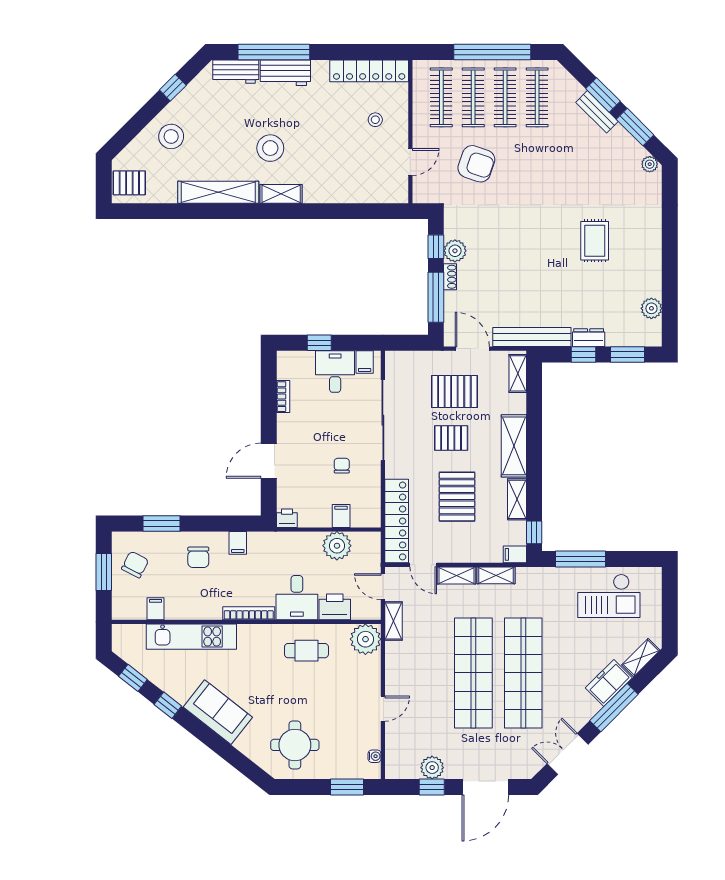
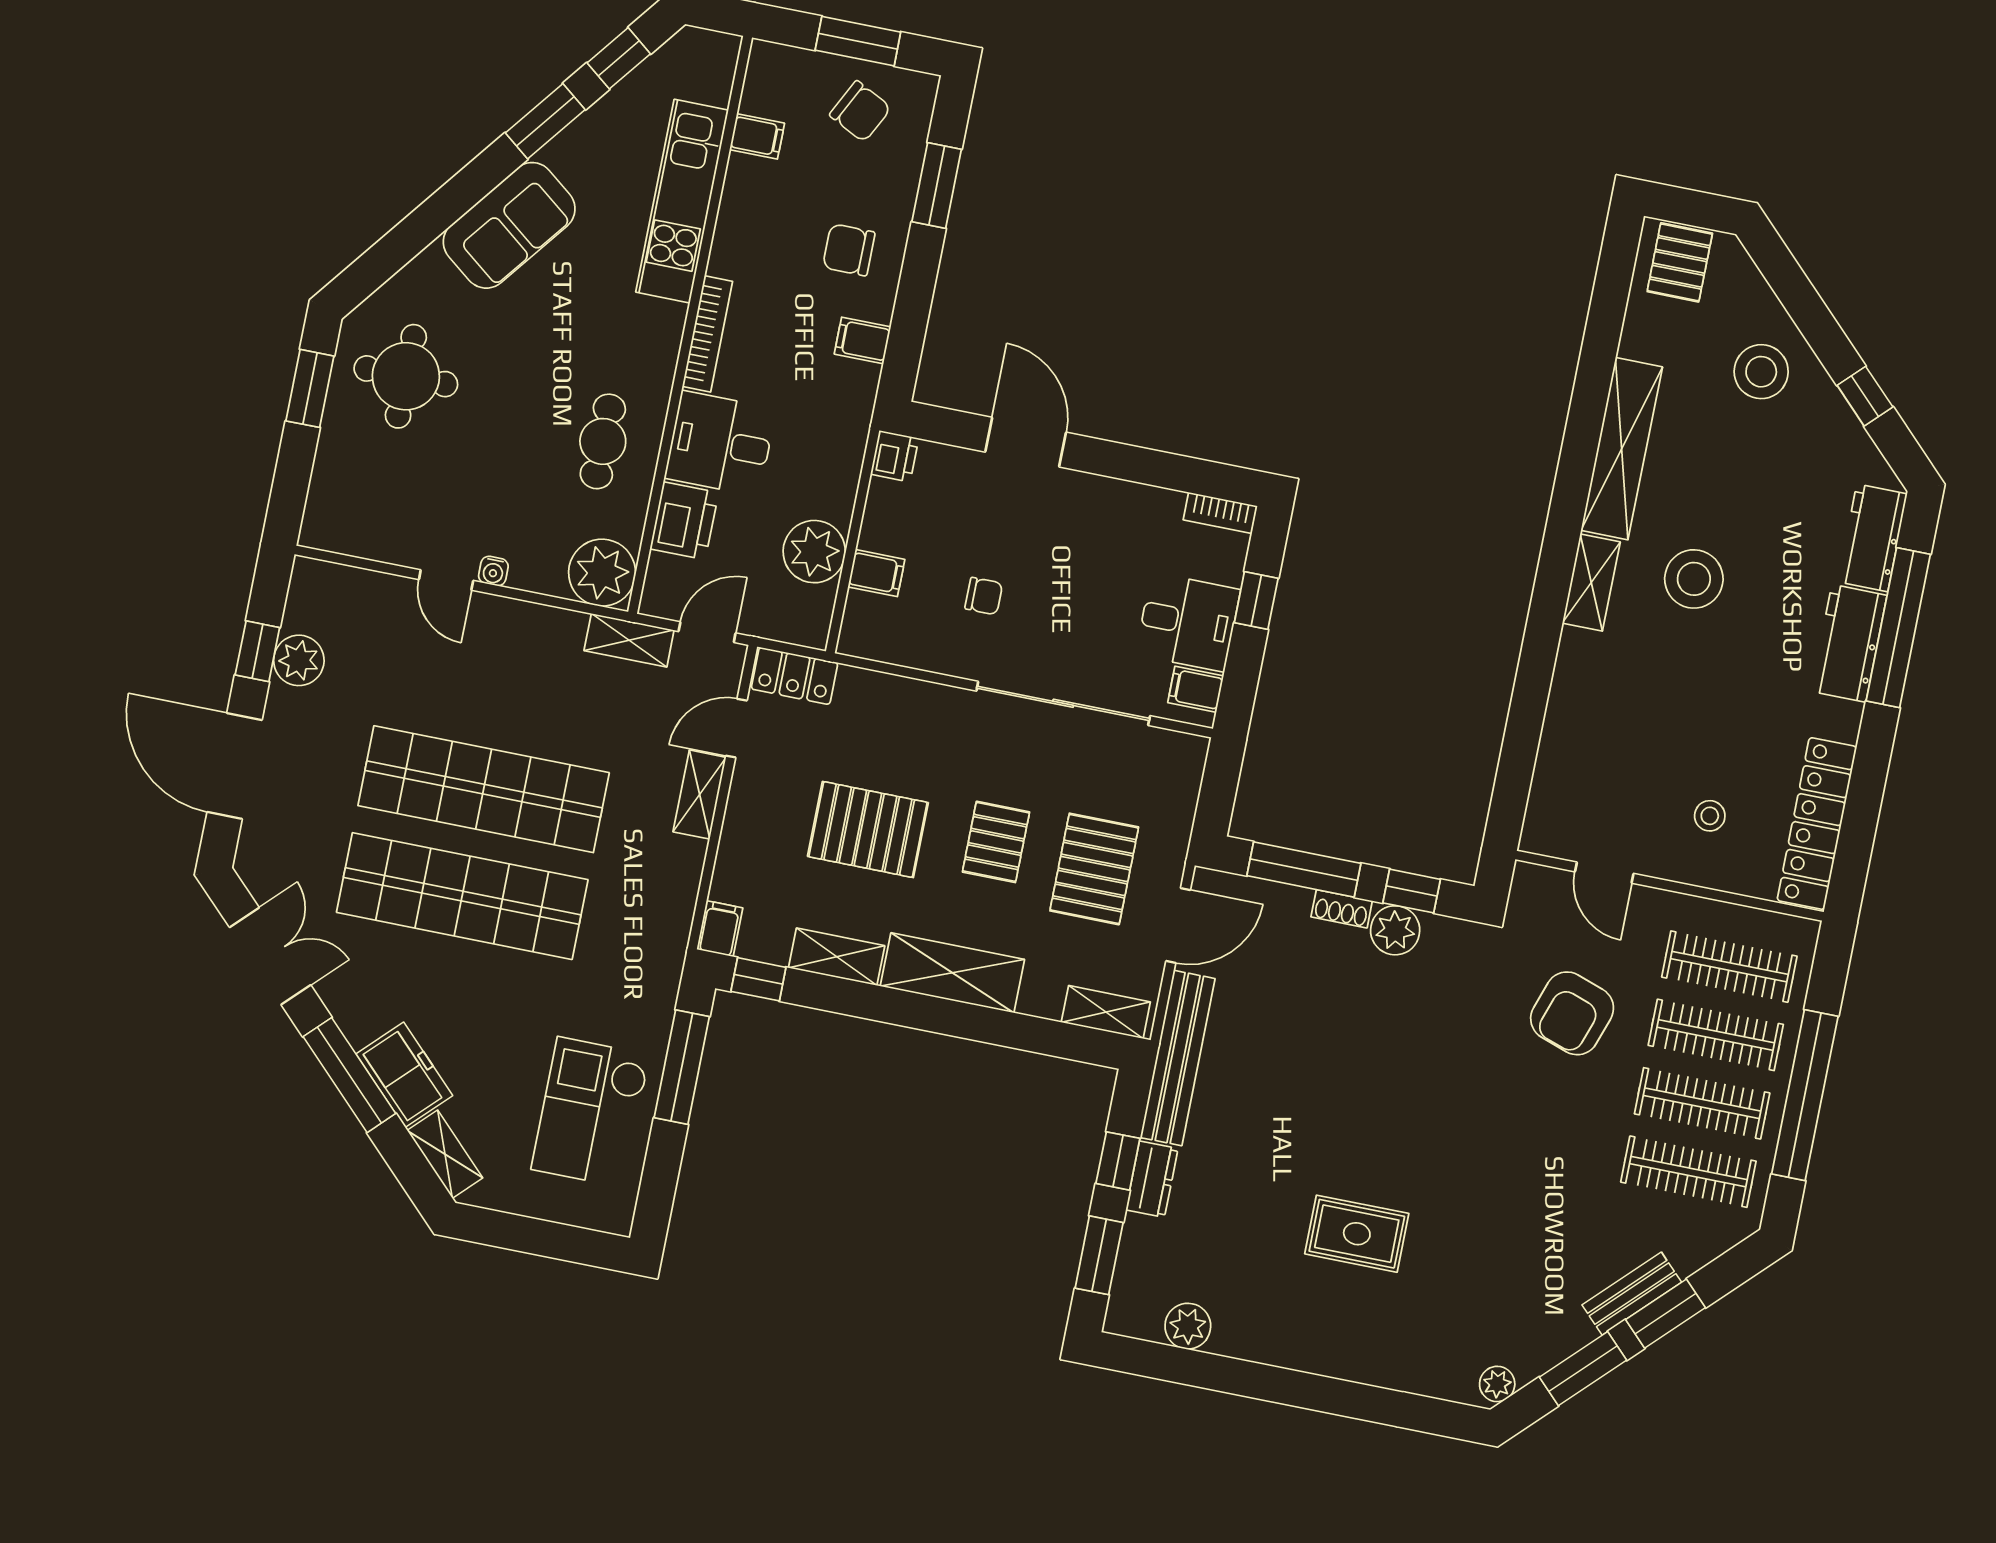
bookcase: (283, 397) -> (1220, 513), moved
locker: (397, 521) -> (794, 676), width x0.46, depth x0.83
shelving: (496, 575) -> (683, 879), removed
window: (168, 705) -> (545, 121), width x1.50
water cooler: (375, 756) -> (493, 571), moved
window: (347, 787) -> (310, 388), moved

